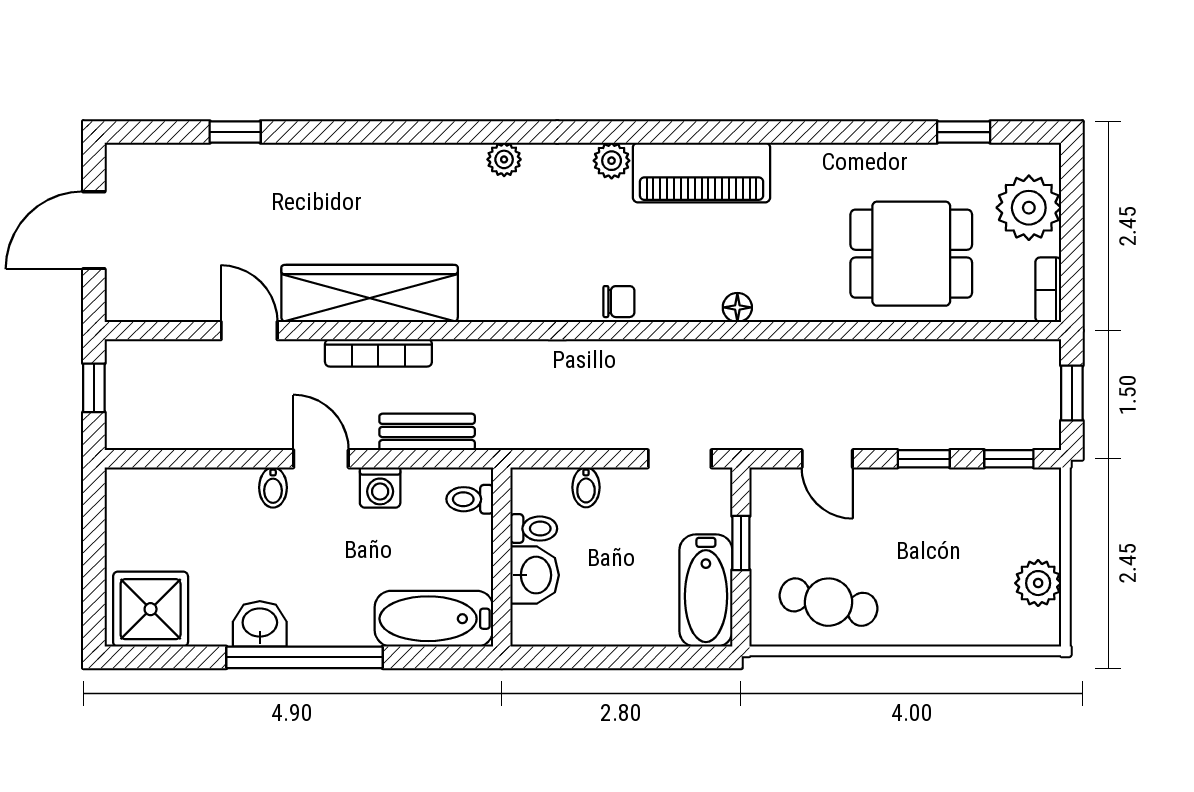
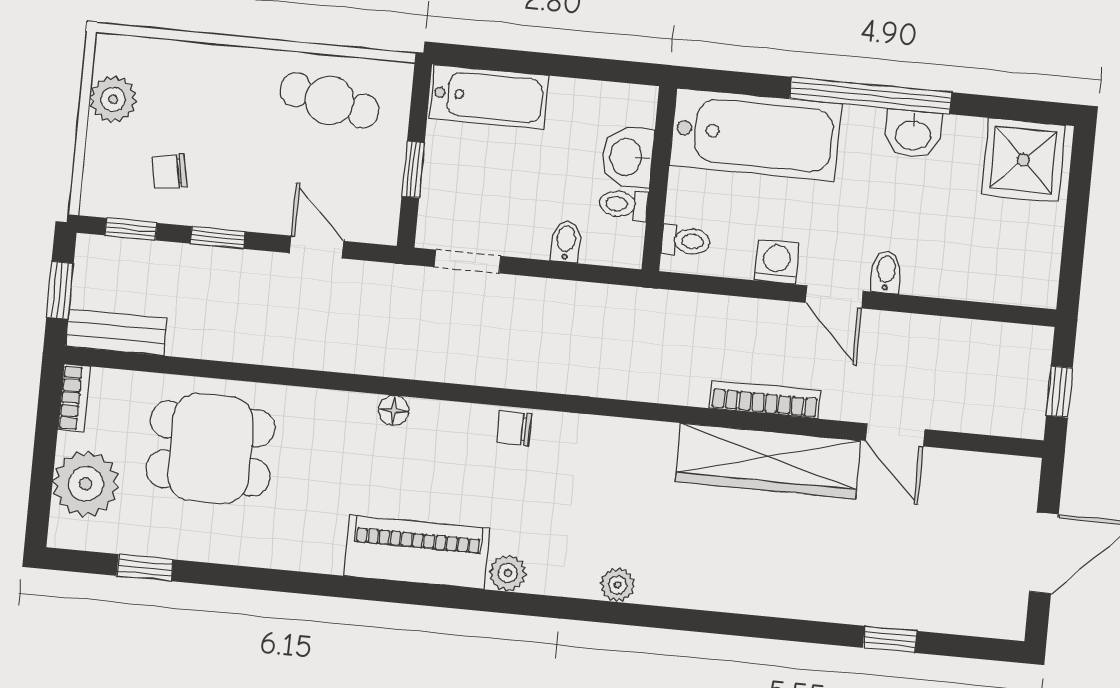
bench: (427, 432) -> (116, 332), moved
chair: (977, 518) -> (169, 172), added
bathtub: (706, 591) -> (489, 97), moved, turned 90
bathtub: (434, 619) -> (756, 135), width x1.36, depth x1.36

